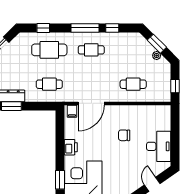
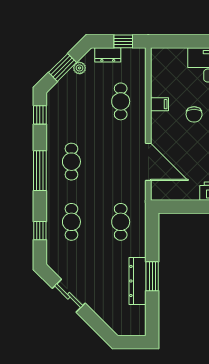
window: (112, 28) -> (40, 115), moved
cafe table: (49, 50) -> (71, 222), width x0.73, depth x0.74
dresser: (166, 75) -> (108, 55), added
filing cabinet: (72, 111) -> (159, 104), moved

